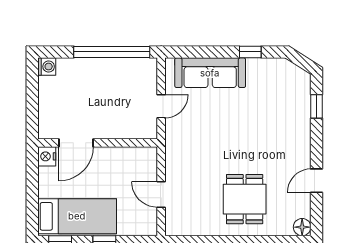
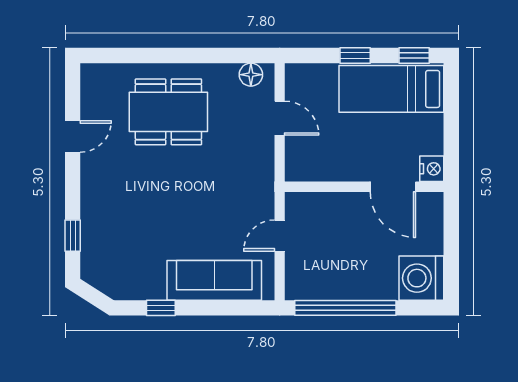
washing machine: (47, 67) -> (421, 278), width x1.89, depth x1.89
door: (76, 143) -> (393, 187), swing flipped
dining table: (245, 199) -> (168, 112), width x1.37
floor lamp: (302, 227) -> (251, 75), moved

